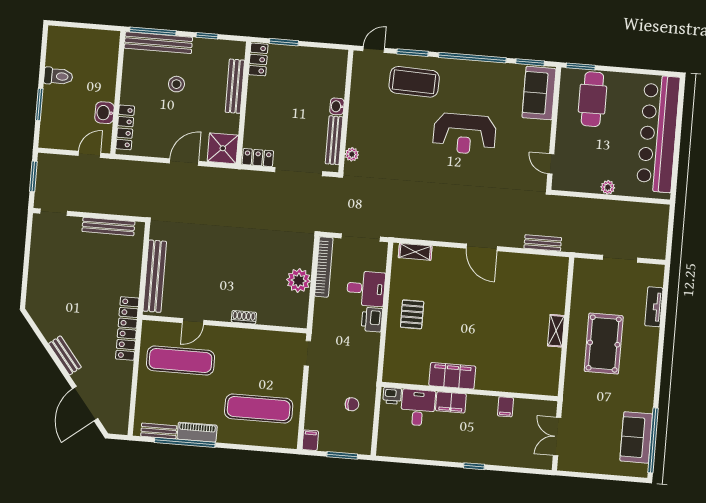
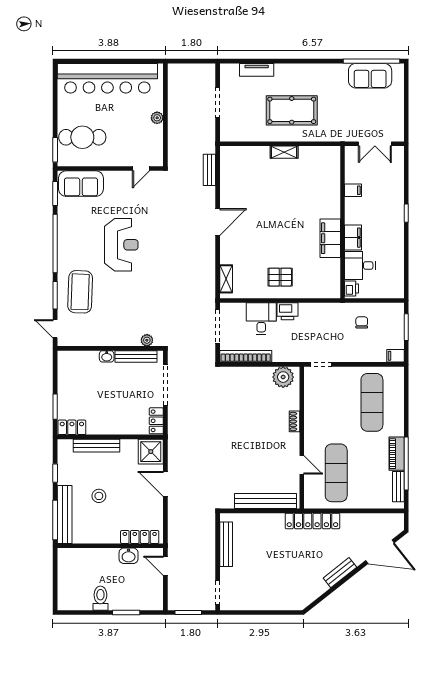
plant: (299, 280) -> (283, 377), moved

